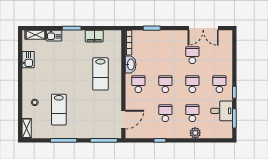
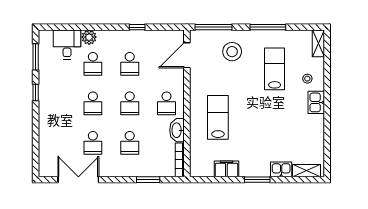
kitchen sink: (28, 60) -> (316, 102), moved
school desk: (219, 84) -> (130, 143), moved
desk: (222, 111) -> (67, 44), moved, turned 90
stool: (90, 122) -> (232, 52), added

